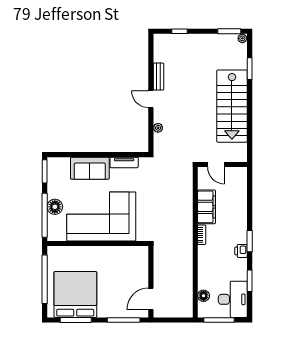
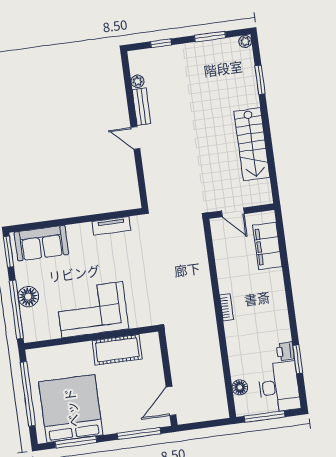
window: (229, 31) -> (210, 37), moved
stairs: (232, 106) -> (252, 144), width x0.73, depth x0.66
plant: (158, 128) -> (137, 81), moved
sofa: (90, 168) -> (41, 243), moved
filing cabinet: (207, 207) -> (267, 246), moved, turned 180
corner sofa: (101, 216) -> (92, 310), width x0.73, depth x0.74
window: (250, 241) -> (291, 307), removed
printer: (241, 251) -> (285, 351), moved
cot: (116, 255) -> (117, 350), added

